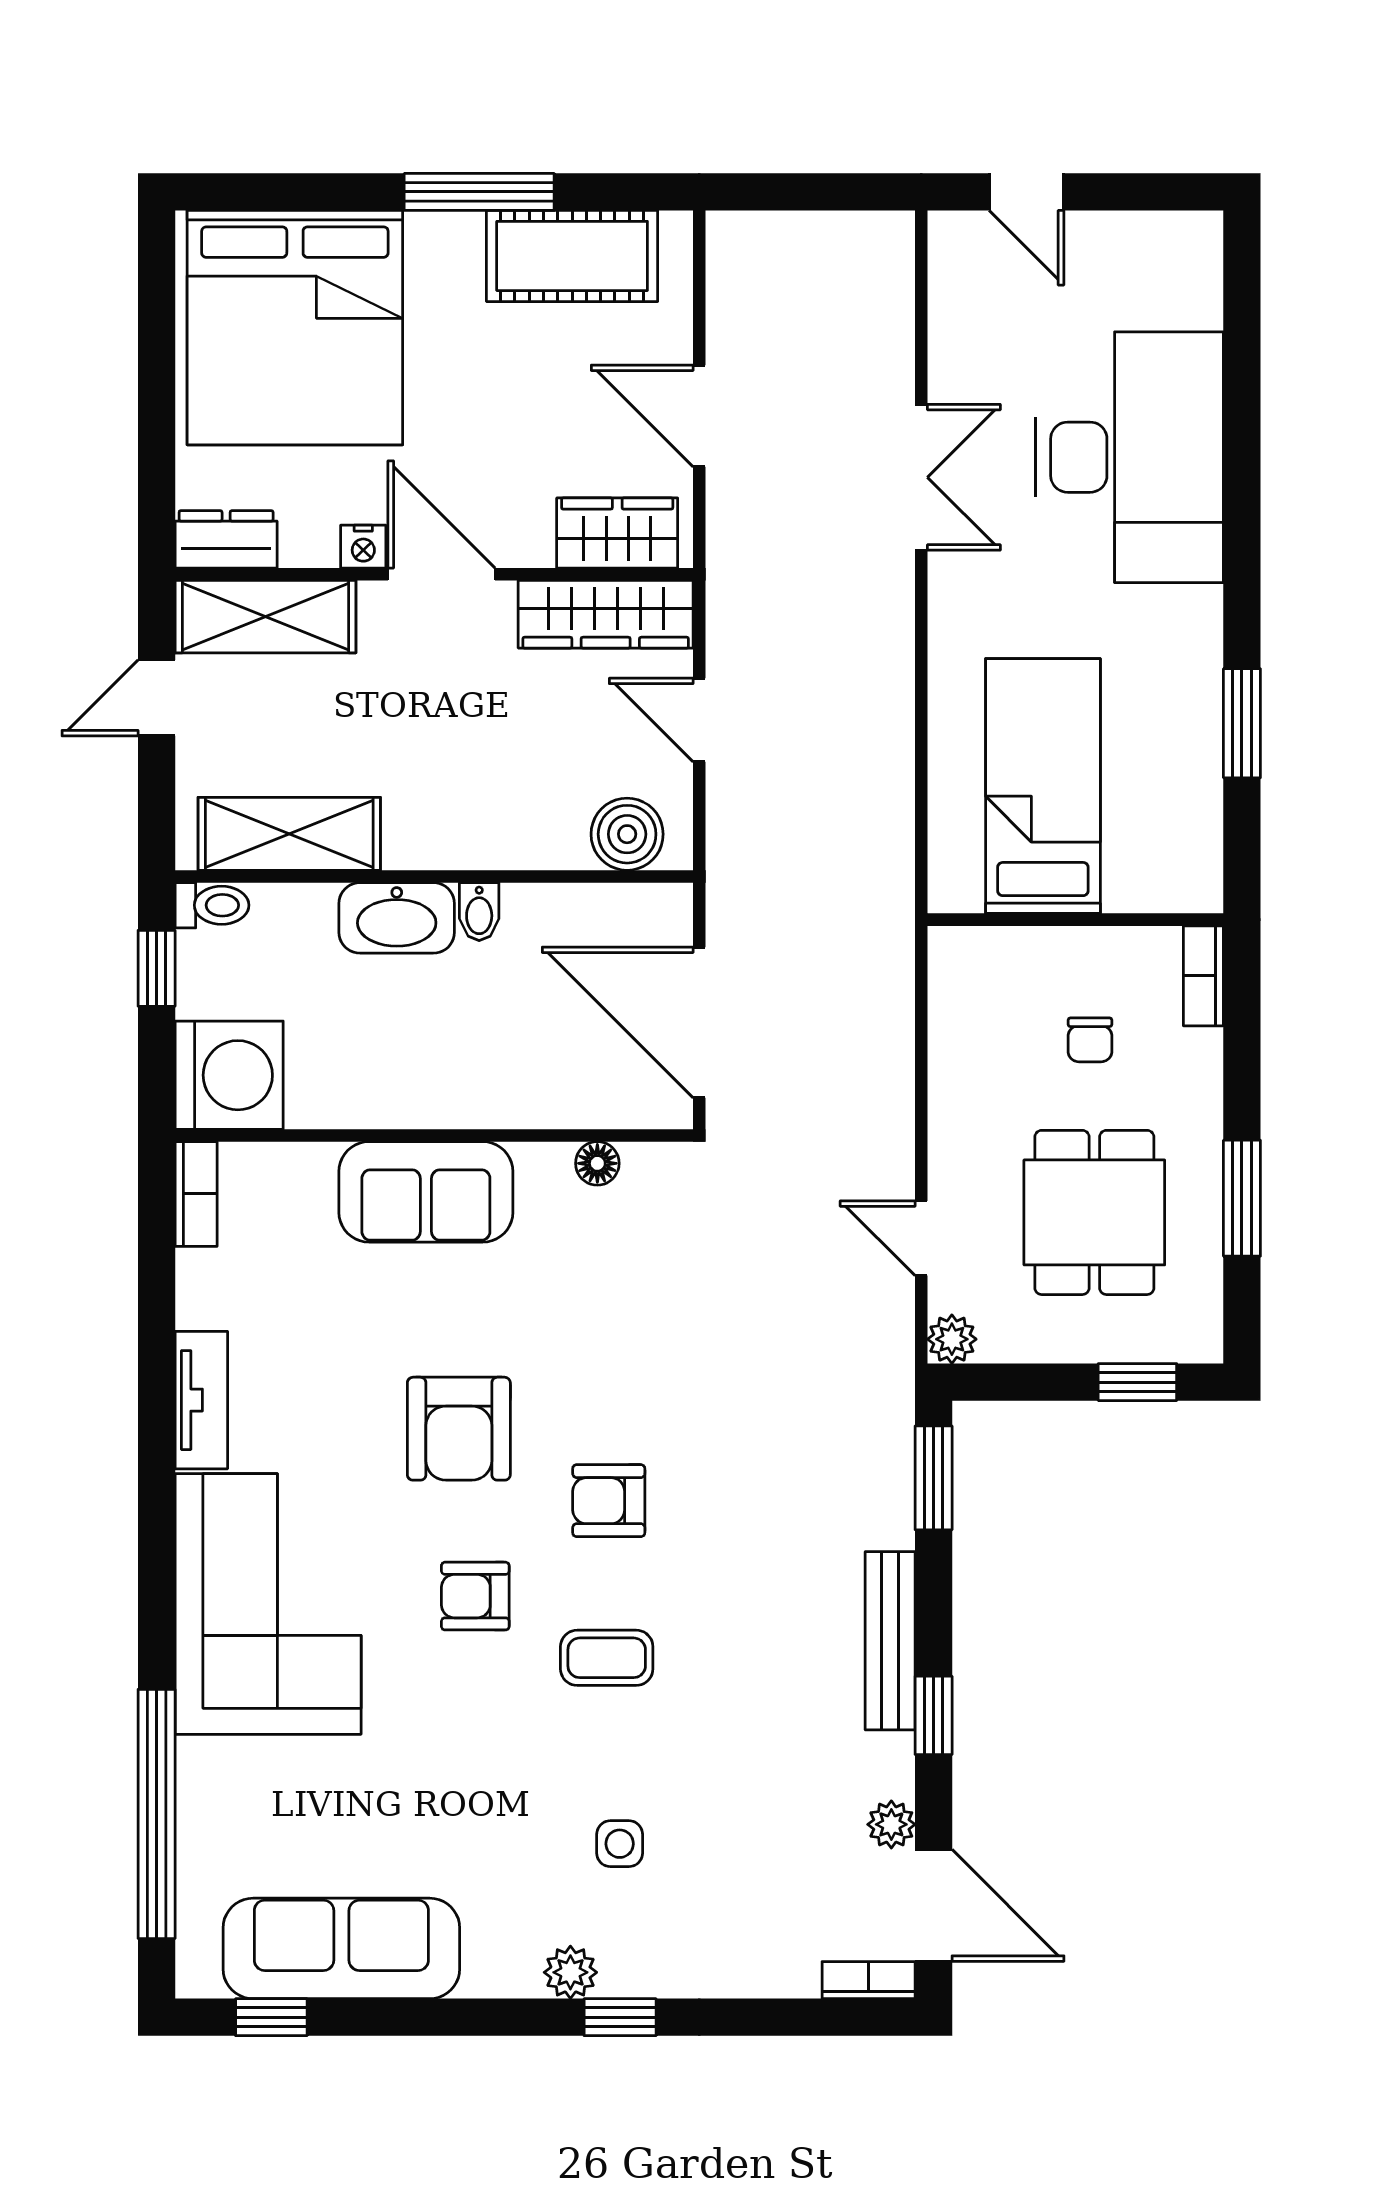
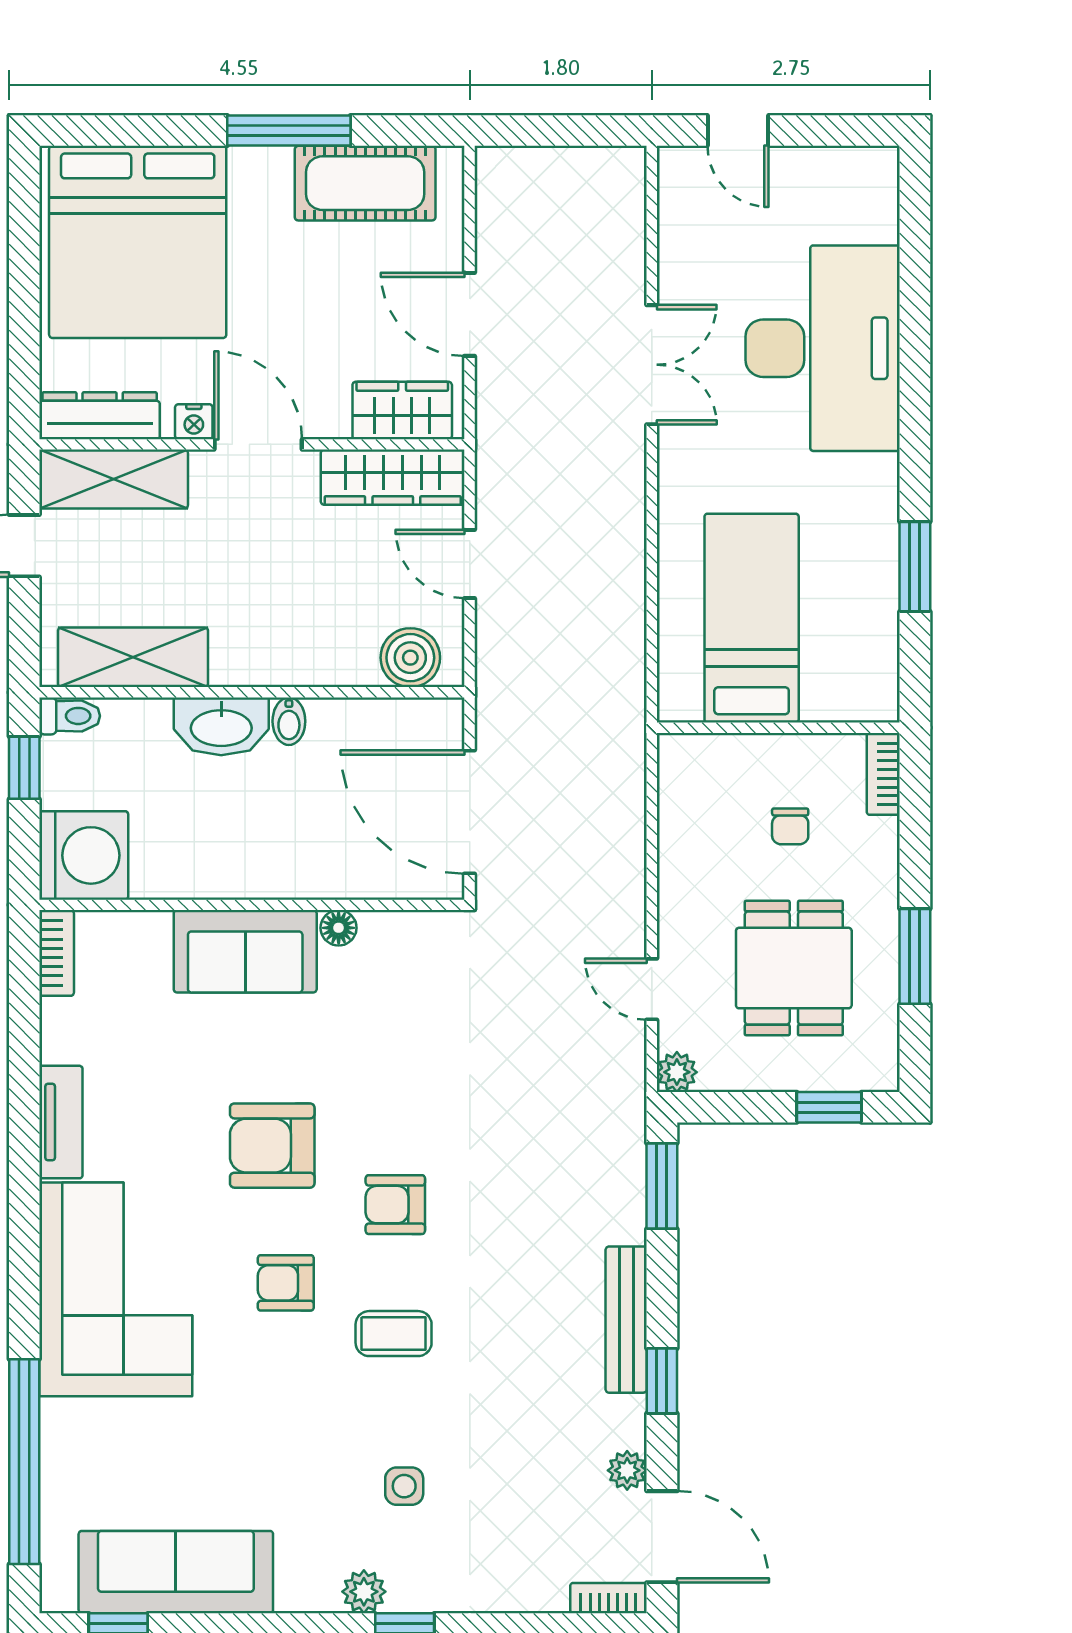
dresser: (226, 539) -> (100, 416), width x1.44
floor lamp: (597, 1163) -> (339, 928), moved
armchair: (459, 1429) -> (272, 1146), turned 90

